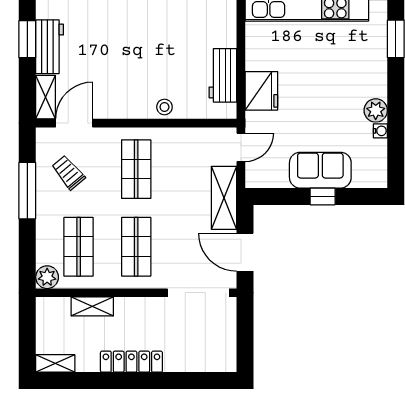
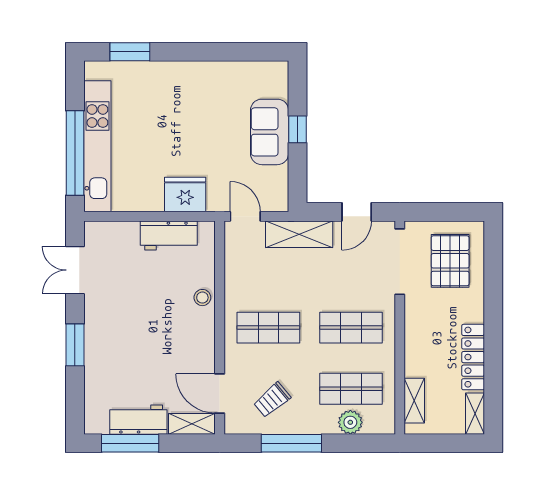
window: (27, 39) -> (130, 443), width x1.44
plant: (376, 110) -> (206, 73), removed
water cooler: (380, 131) -> (228, 68), removed
door: (245, 252) -> (357, 212), width x0.73
plant: (47, 277) -> (350, 422), moved
shelving: (92, 306) -> (414, 401), moved
pallet: (199, 340) -> (450, 261), added
locker: (131, 362) -> (473, 357), moved

